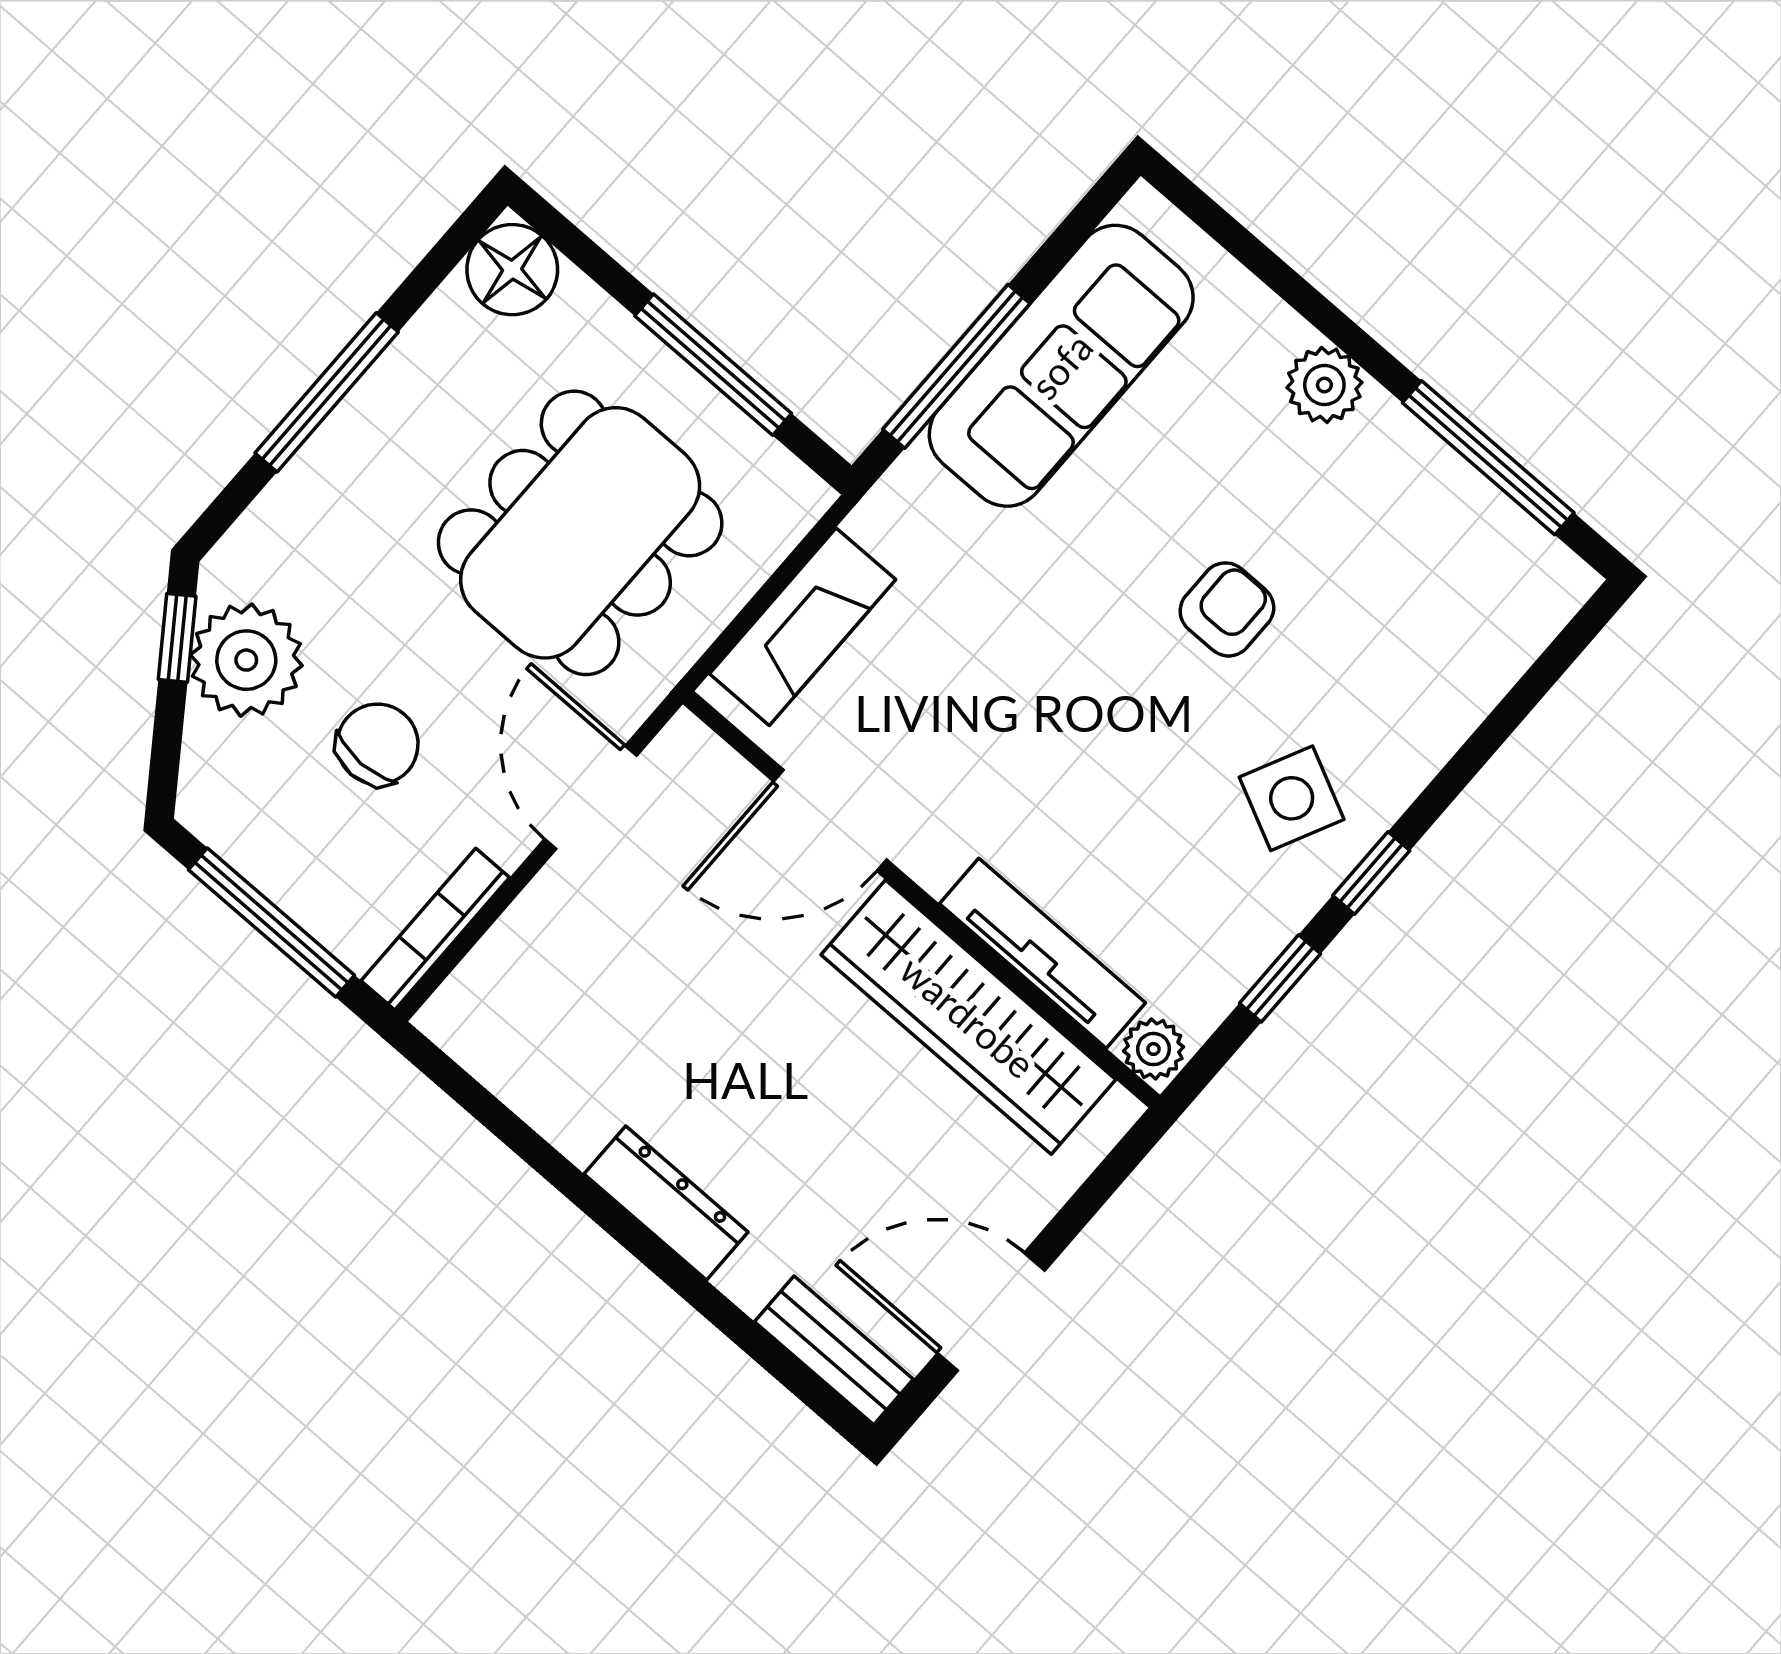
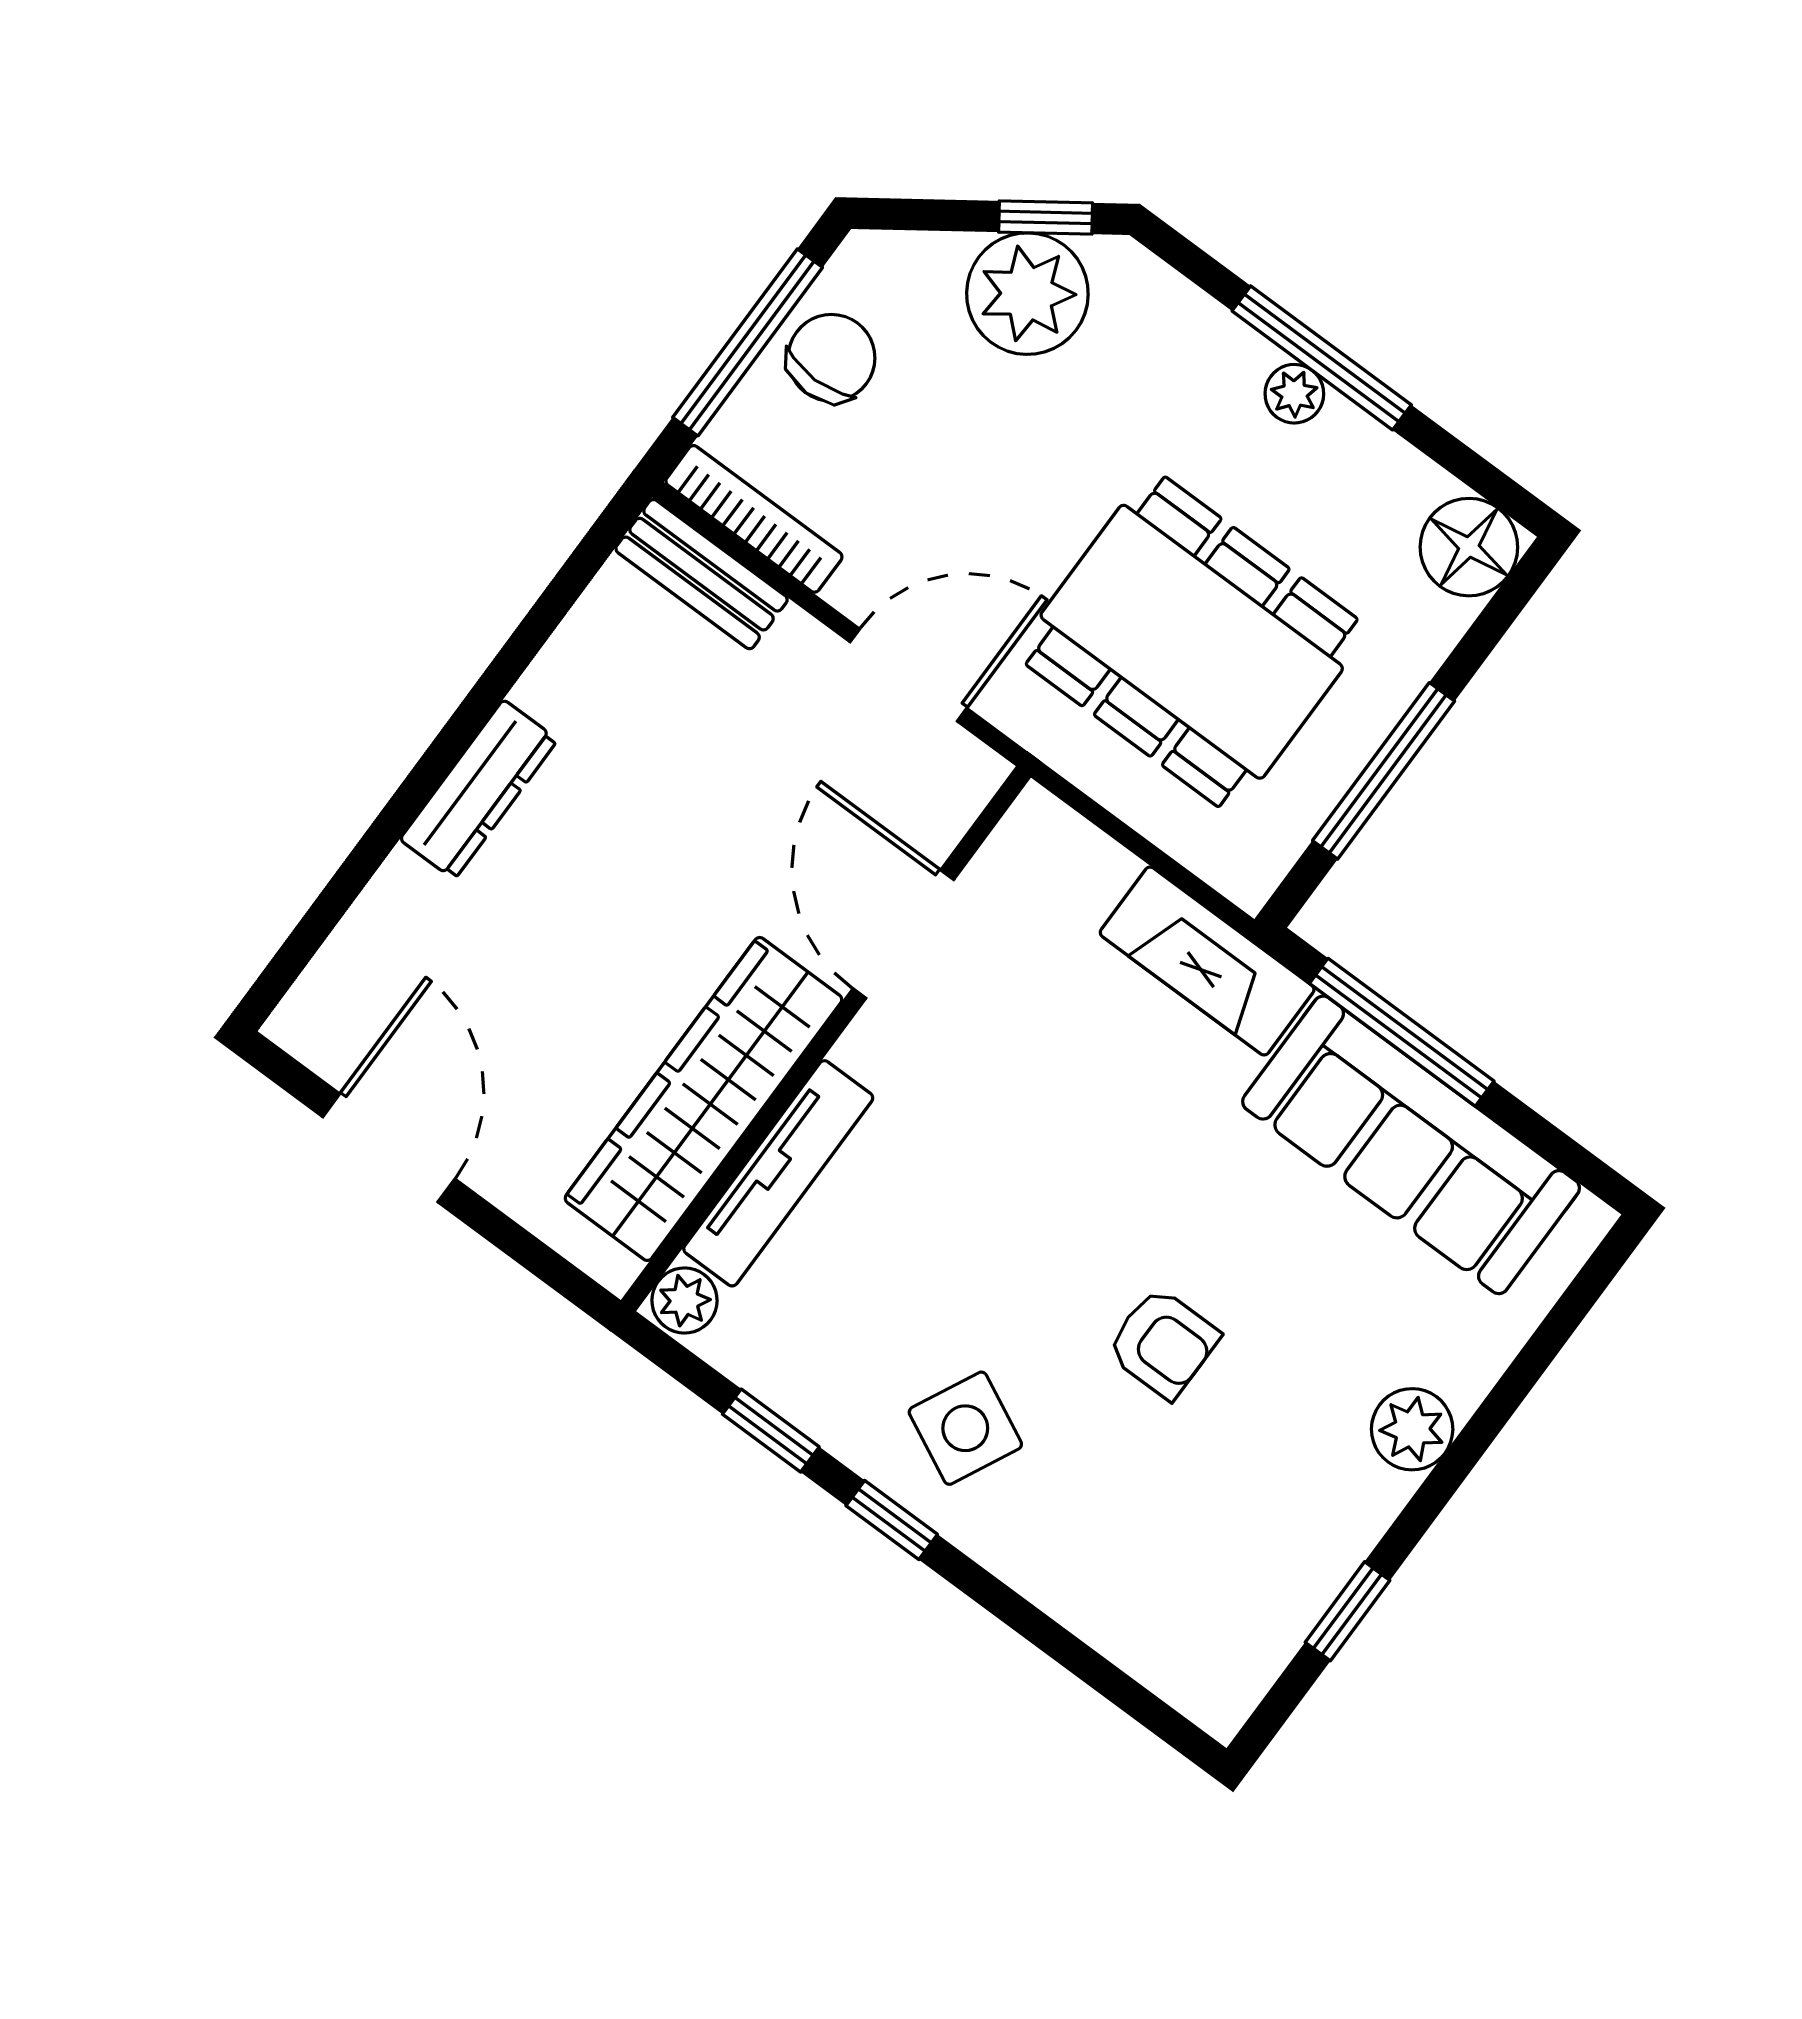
plant: (358, 420) -> (1294, 394), added
window: (1488, 458) -> (1348, 1611), width x0.46
fireplace: (803, 627) -> (1207, 961), moved
chair: (378, 744) -> (832, 358), moved, turned -90
bench: (834, 1350) -> (702, 574), moved, turned 90

